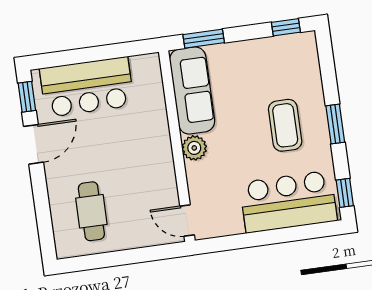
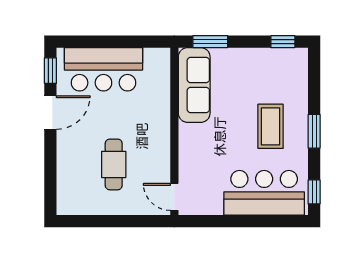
plant: (194, 148) -> (189, 135), removed
cafe table: (91, 211) -> (114, 164), moved

